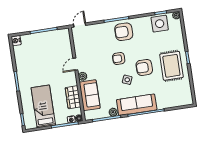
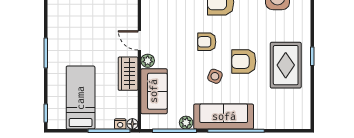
door: (75, 64) -> (139, 40), hinge flipped
wardrobe: (73, 97) -> (128, 74), moved

